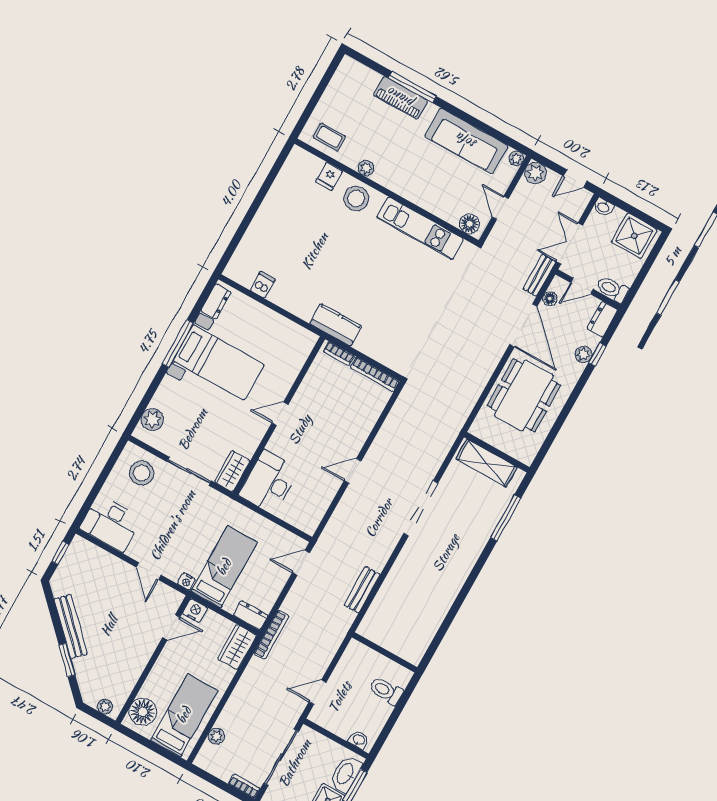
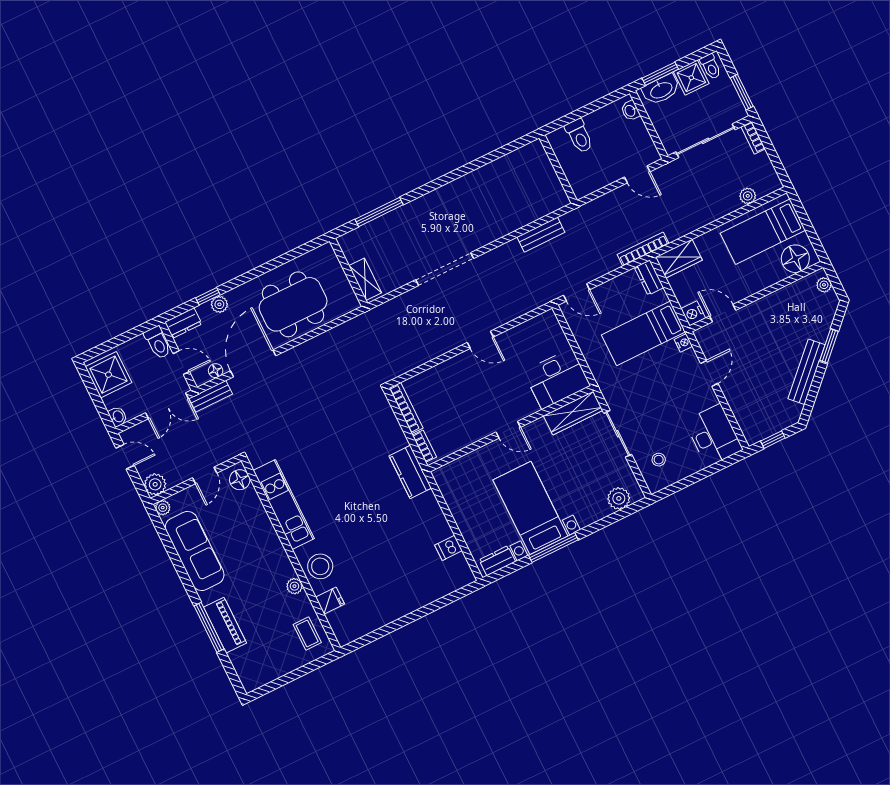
shelving: (487, 463) -> (365, 279), width x0.67, depth x0.75
wardrobe: (232, 471) -> (573, 413), width x1.50
stool: (142, 473) -> (659, 460), width x0.53, depth x0.53

